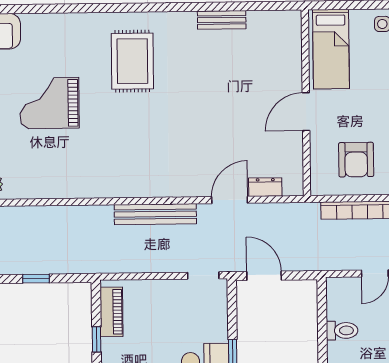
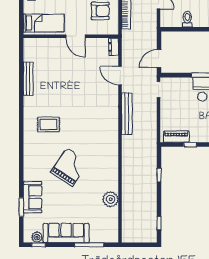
bench: (222, 20) -> (28, 79), width x1.36
rug: (132, 61) -> (49, 124), width x0.73, depth x0.70
grand piano: (49, 103) -> (69, 167), turned -147
dresser: (265, 187) -> (114, 47), moved

